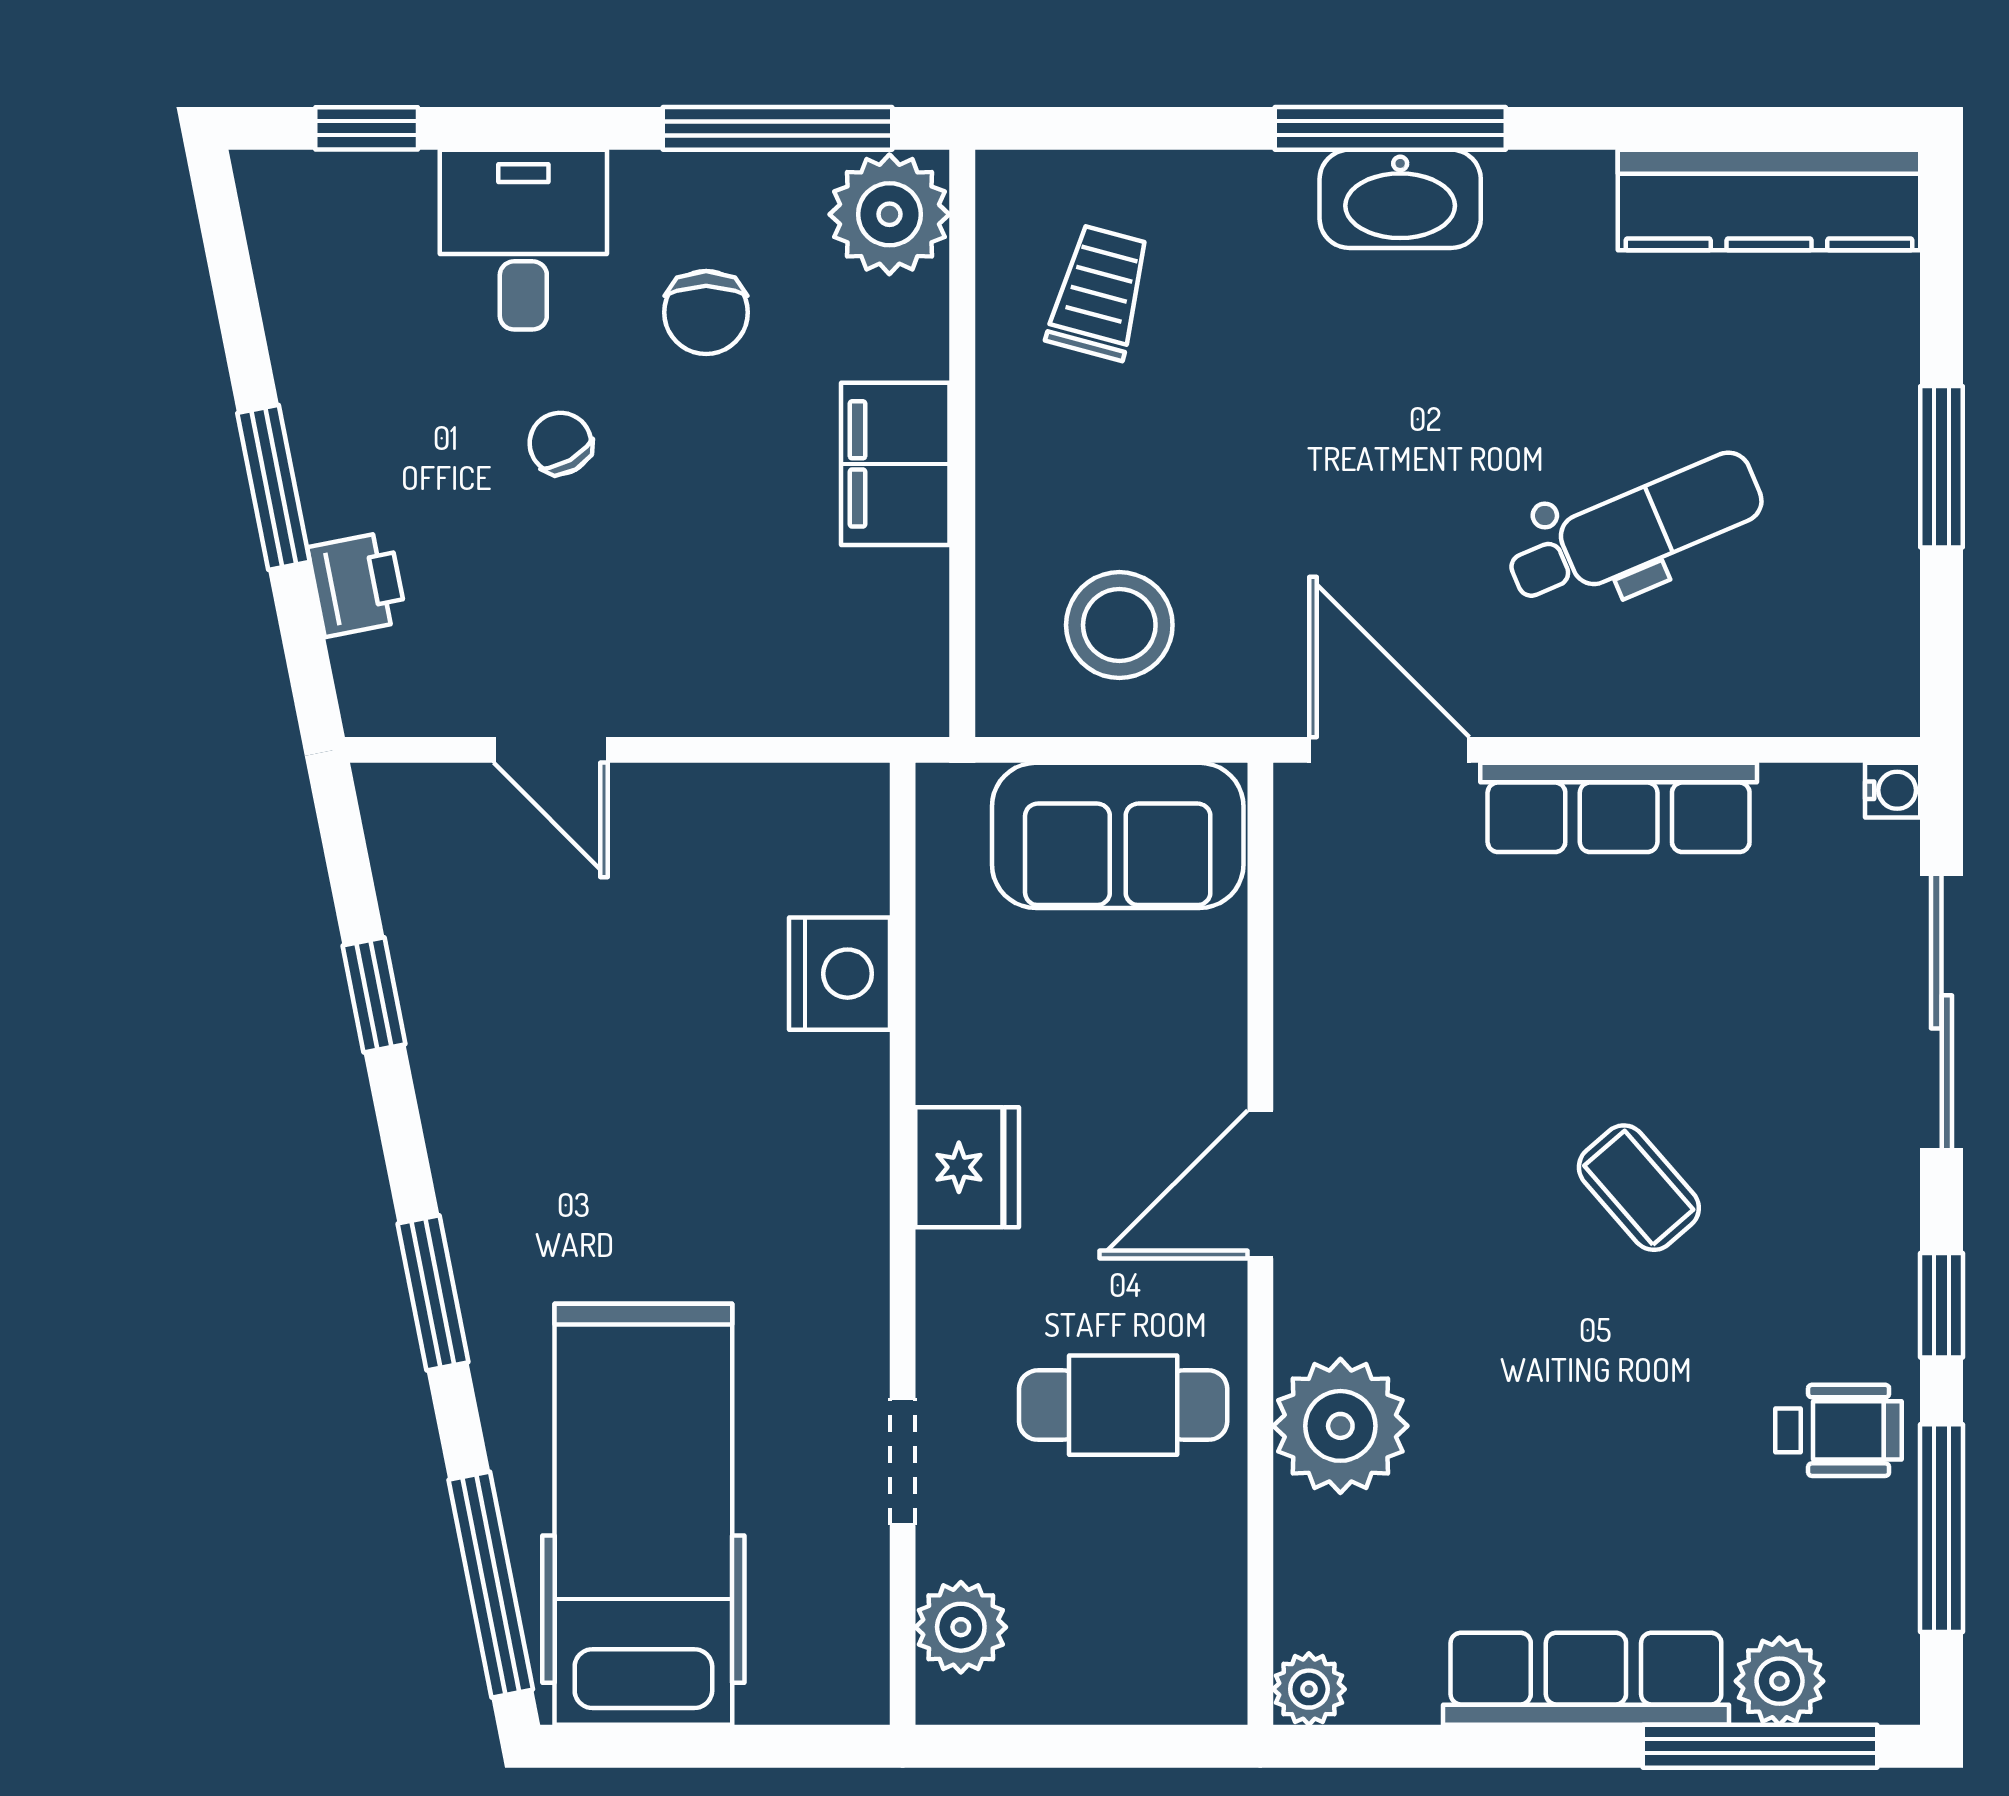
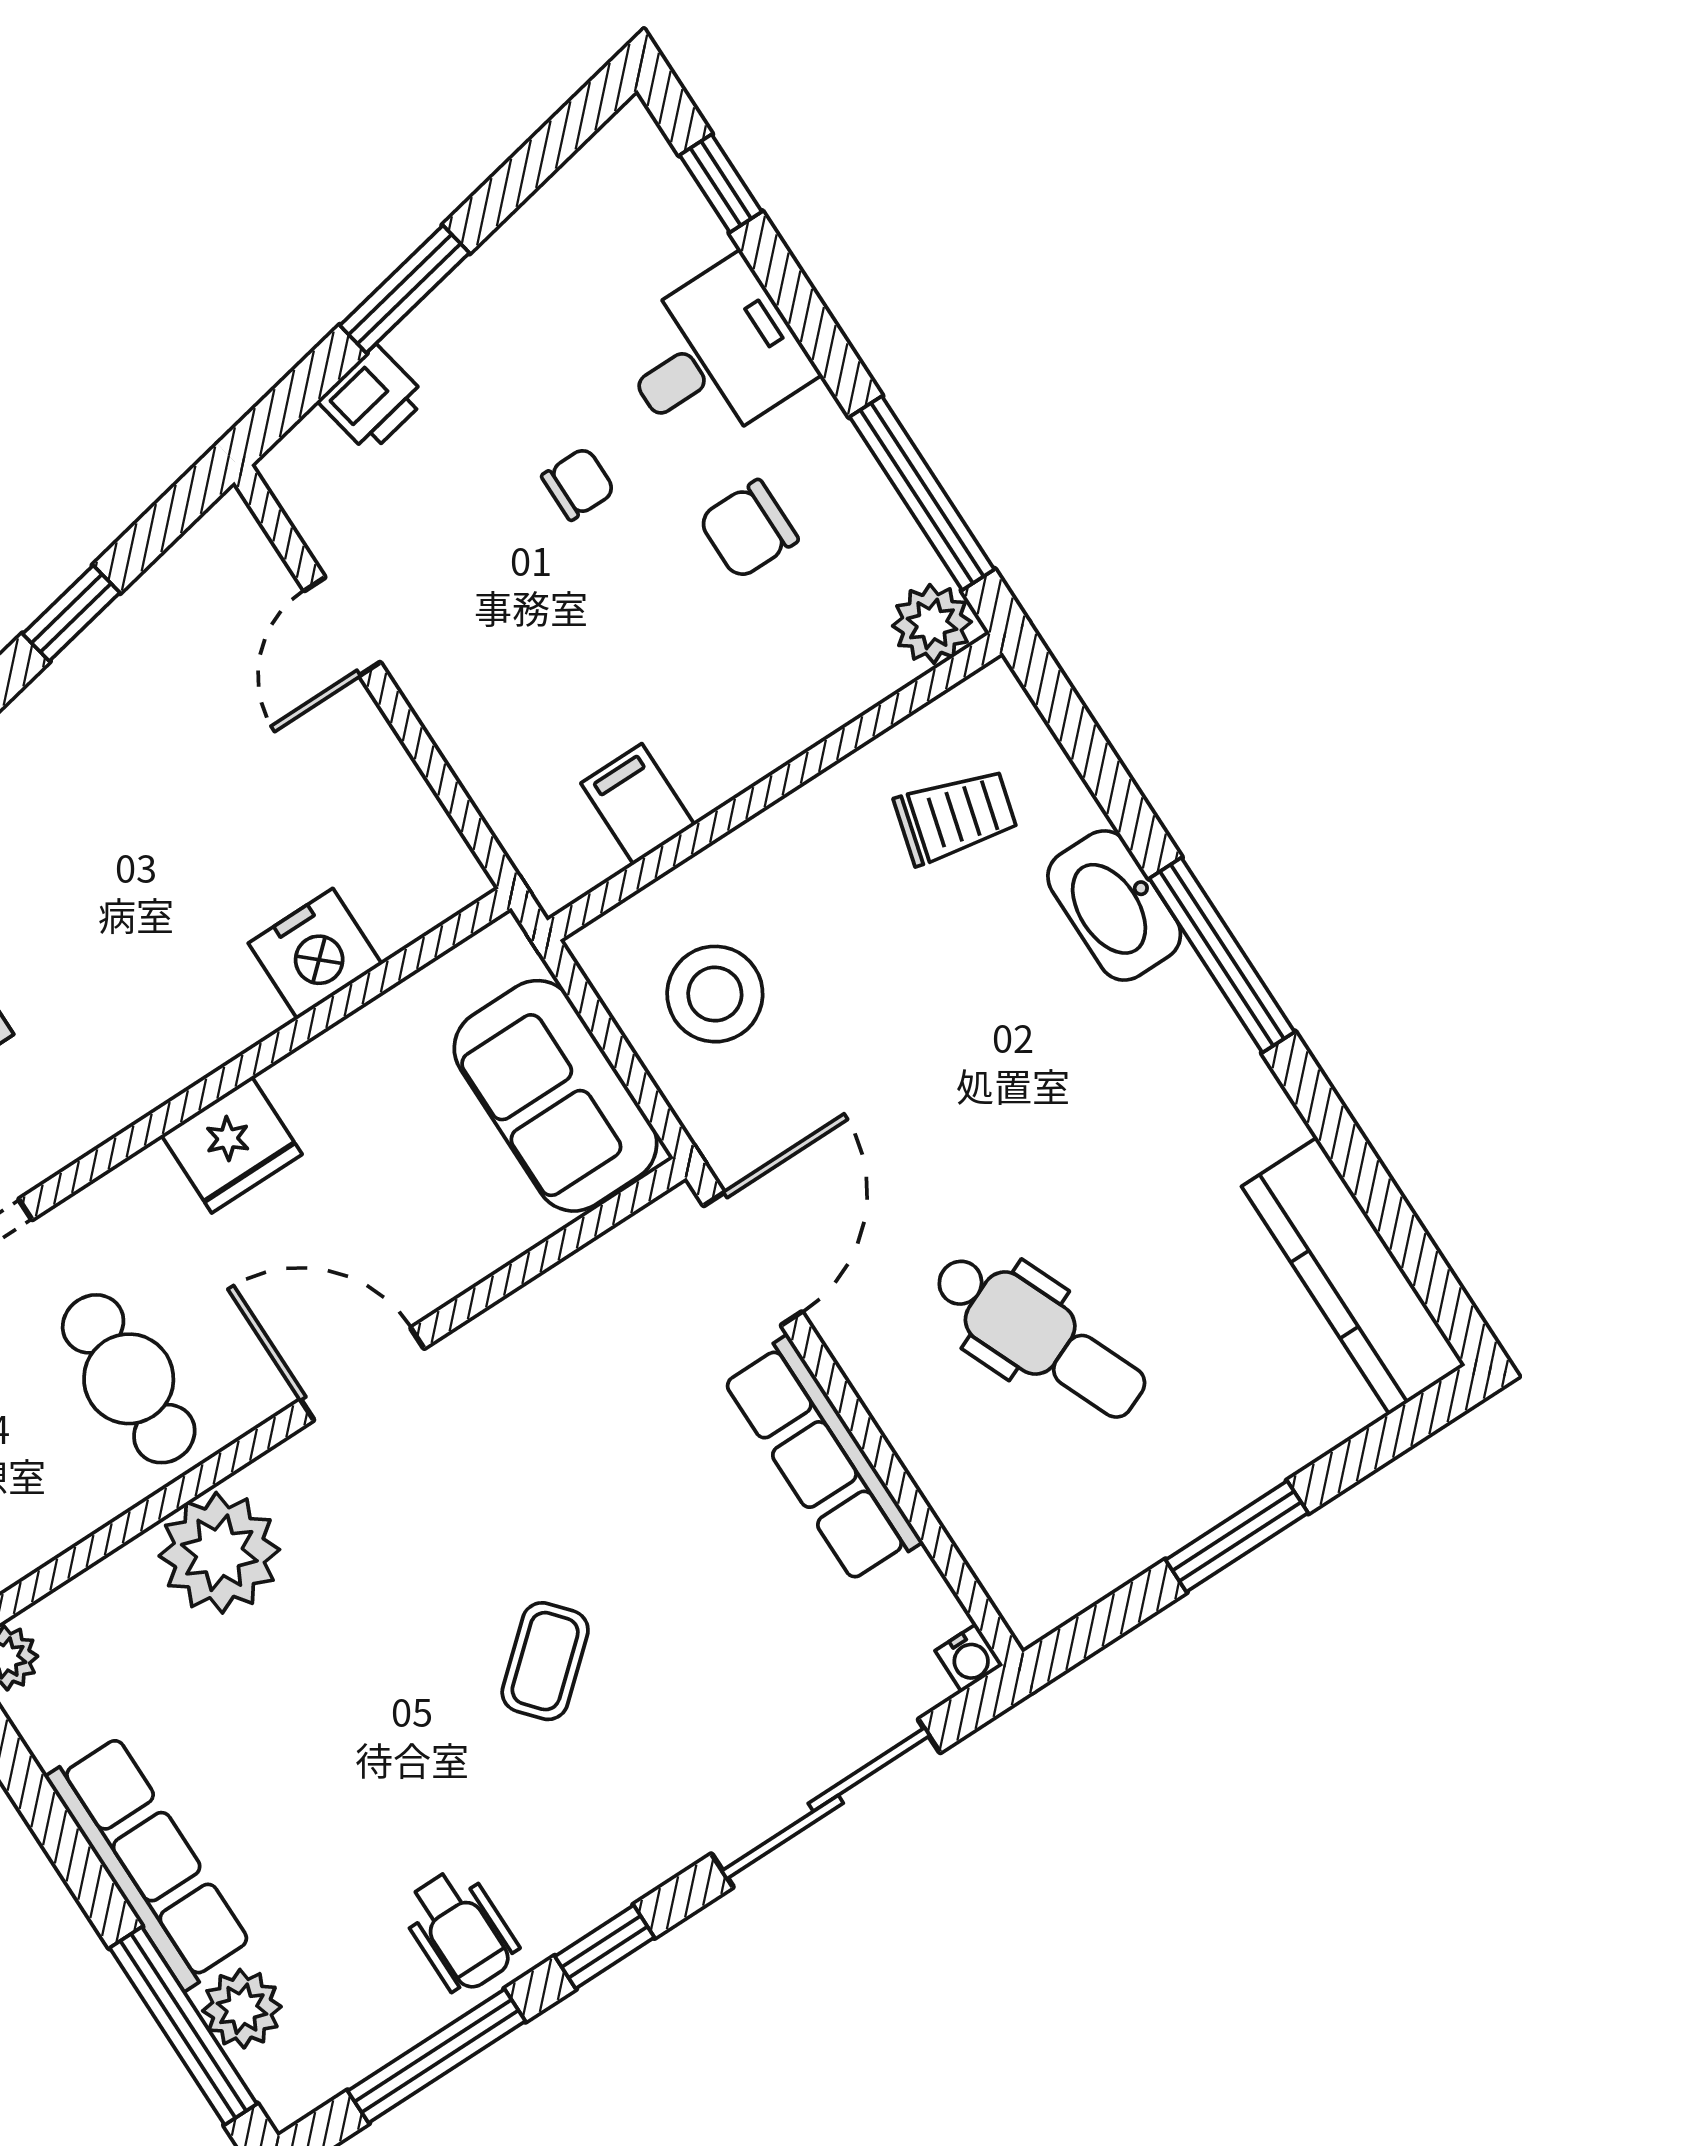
washbasin: (1400, 199) -> (1114, 906), moved
plant: (889, 214) -> (932, 624), width x0.73, depth x0.73
chair: (560, 443) -> (578, 484), turned 30
filing cabinet: (895, 464) -> (638, 804), moved, width x0.50

